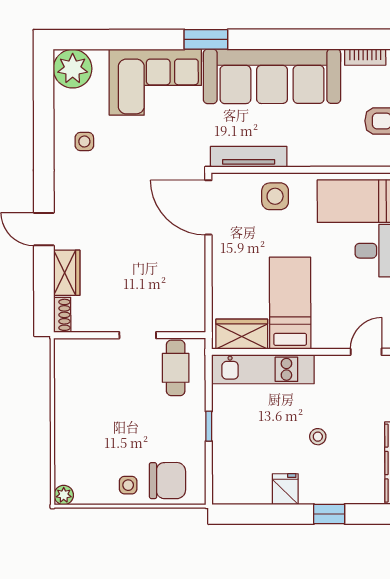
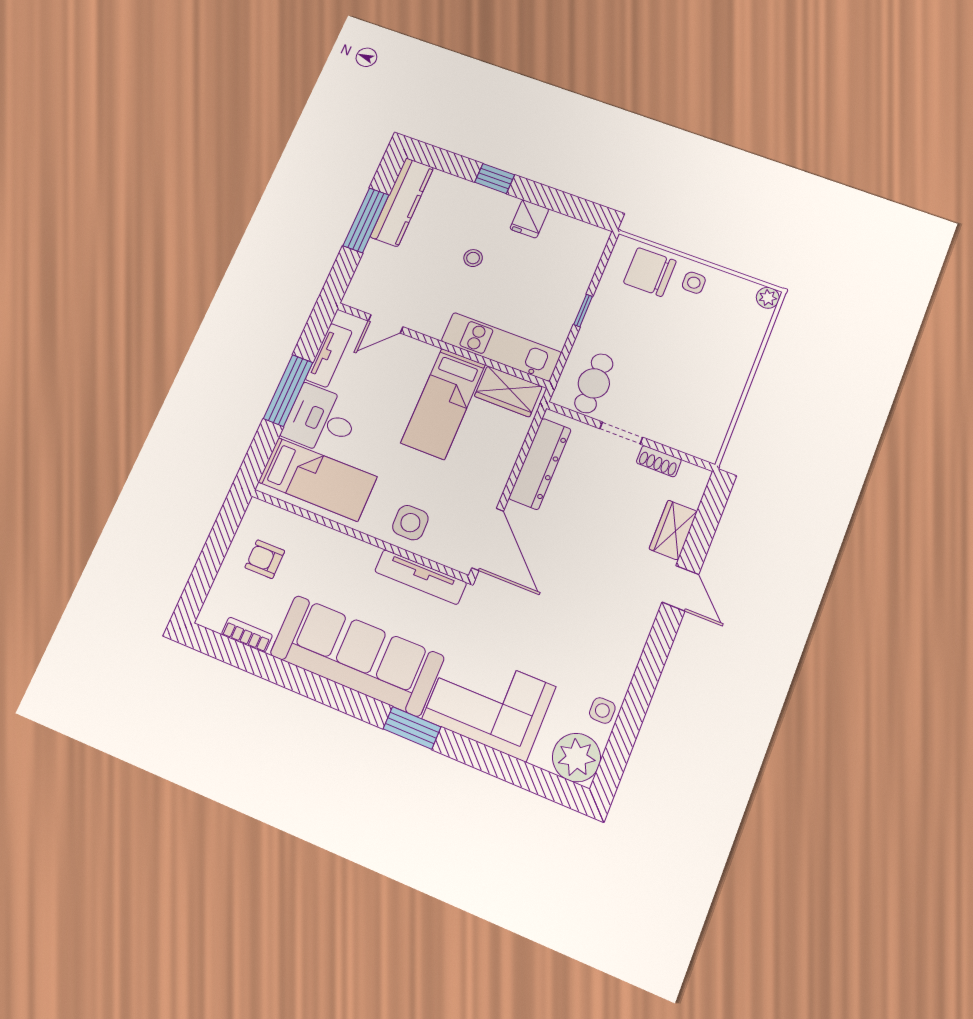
side table: (84, 142) -> (602, 710), moved
dresser: (192, 285) -> (540, 464), added
shoe rack: (62, 315) -> (659, 461), moved, turned -90

